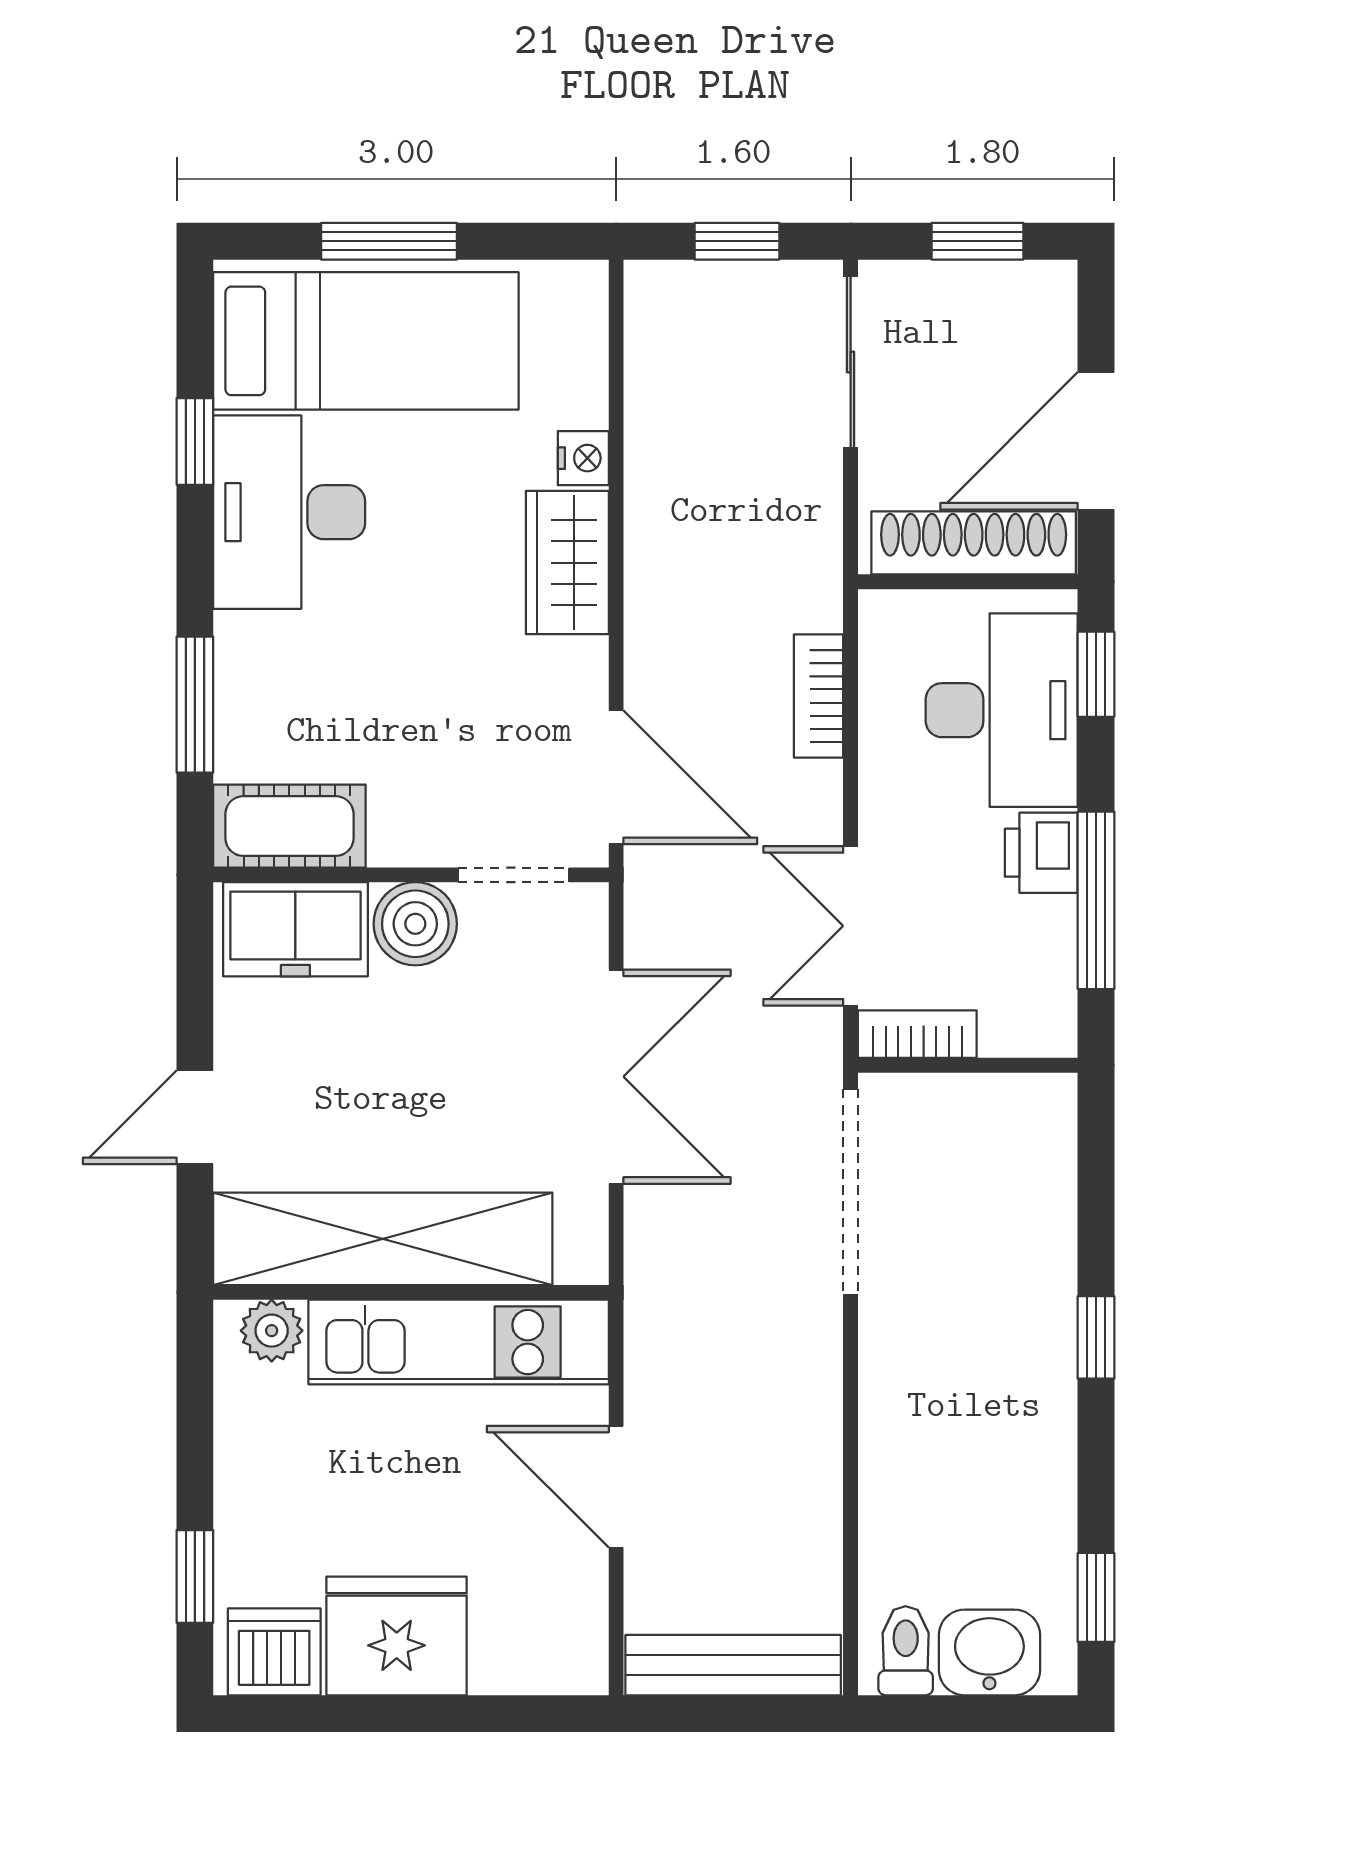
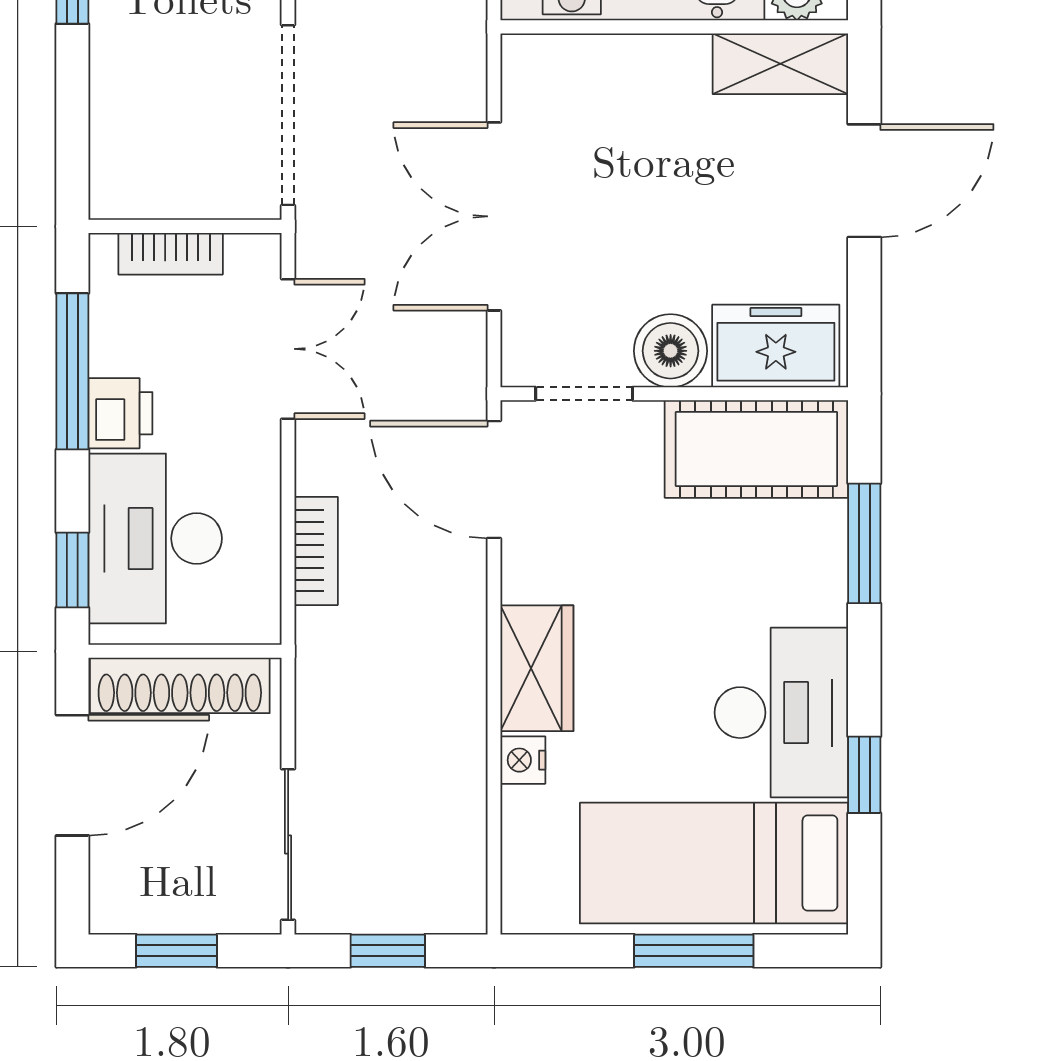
cot: (289, 826) -> (756, 449), width x1.37, depth x1.34
bookcase: (917, 1034) -> (171, 254), moved
door: (195, 1117) -> (864, 181), width x1.38
shelving: (383, 1239) -> (780, 64), width x0.45, depth x0.75

